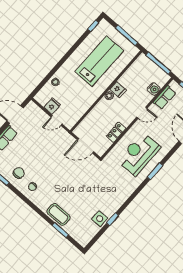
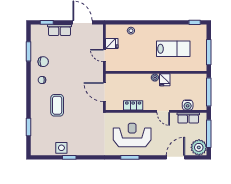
lab bench: (99, 61) -> (173, 49), width x0.73, depth x0.72
coffee table: (58, 214) -> (57, 105), moved

